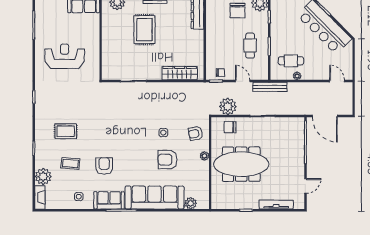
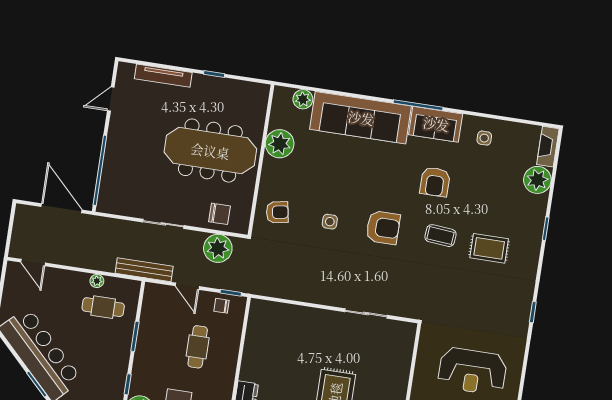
cafe table: (250, 46) -> (198, 347), moved
wardrobe: (180, 73) -> (288, 315), removed
plant: (204, 156) -> (280, 144), moved, width x1.87, depth x1.87
armchair: (168, 160) -> (383, 228), moved
coffee table: (70, 163) -> (440, 236), moved

